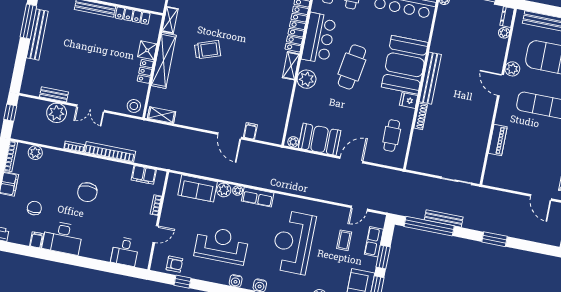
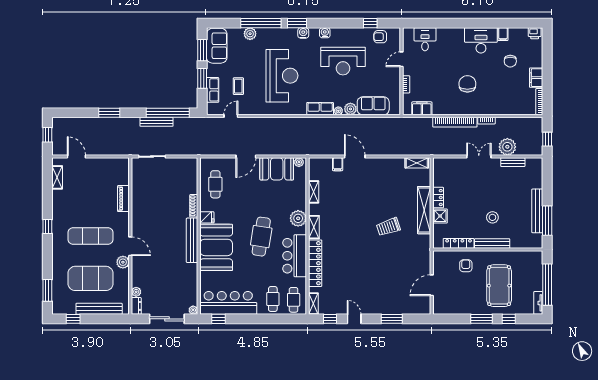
shelving: (170, 20) -> (314, 192), moved
stool: (134, 106) -> (492, 217), moved
plant: (35, 153) -> (519, 109), removed

